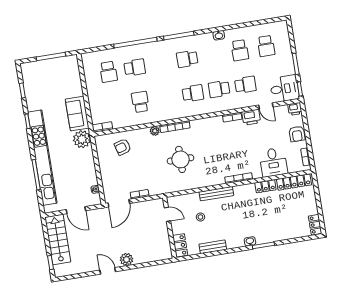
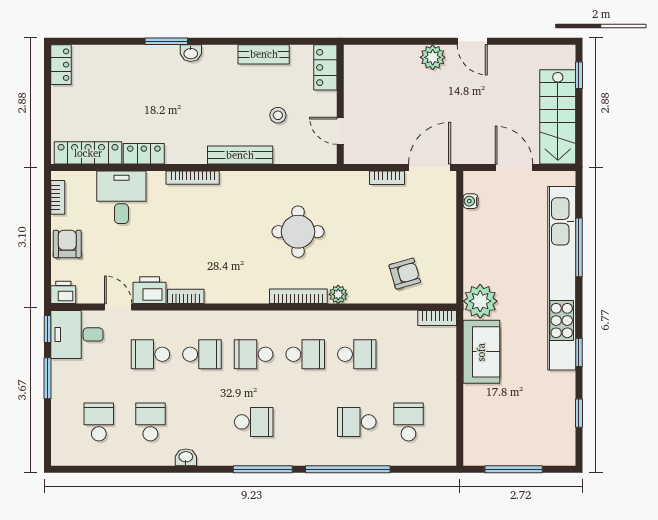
school desk: (167, 98) -> (305, 354), added
school desk: (140, 102) -> (357, 354), turned -90

